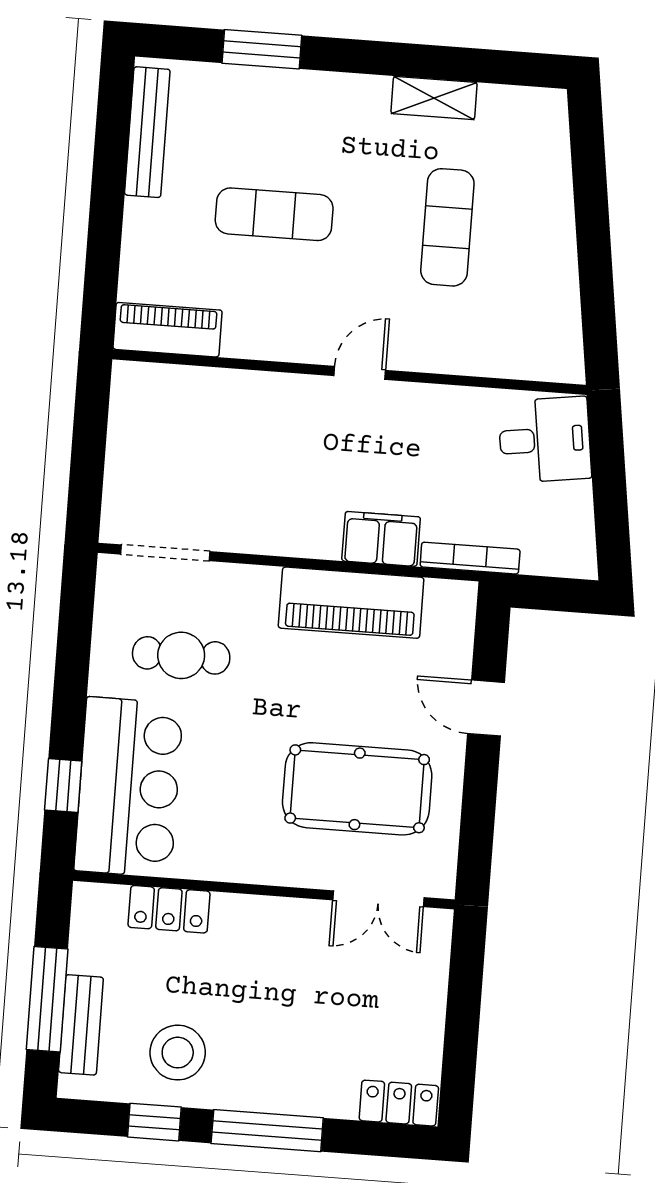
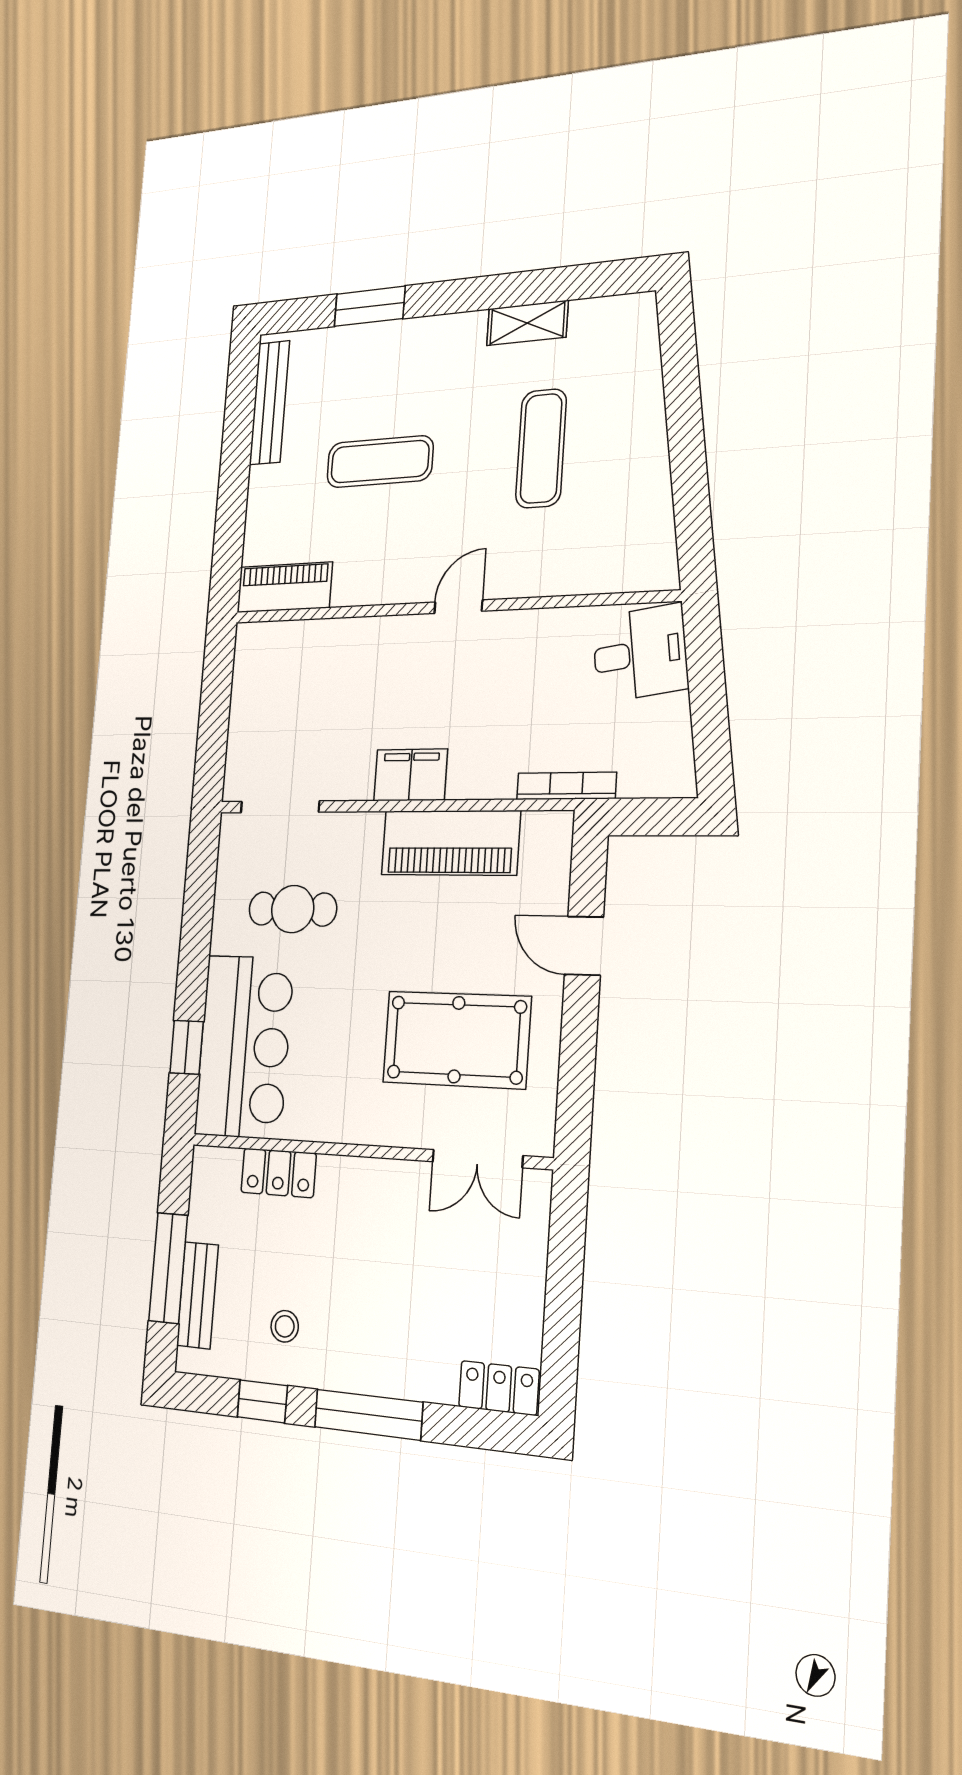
filing cabinet: (381, 539) -> (411, 775), moved
stool: (178, 1053) -> (285, 1326), width x0.53, depth x0.53

